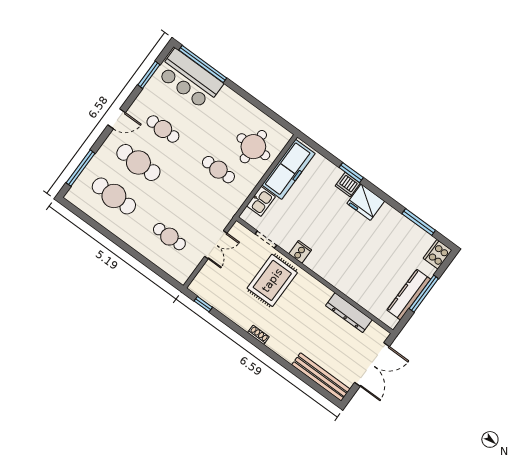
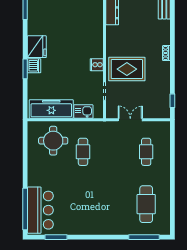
door: (117, 119) -> (98, 237), removed
cafe table: (163, 129) -> (83, 204), removed
cafe table: (138, 162) -> (115, 204), removed

